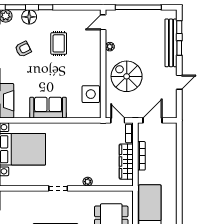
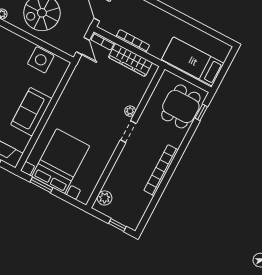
door: (118, 120) -> (83, 46), swing flipped
doorway: (58, 188) -> (128, 132), moved
plant: (12, 197) -> (105, 198), added

